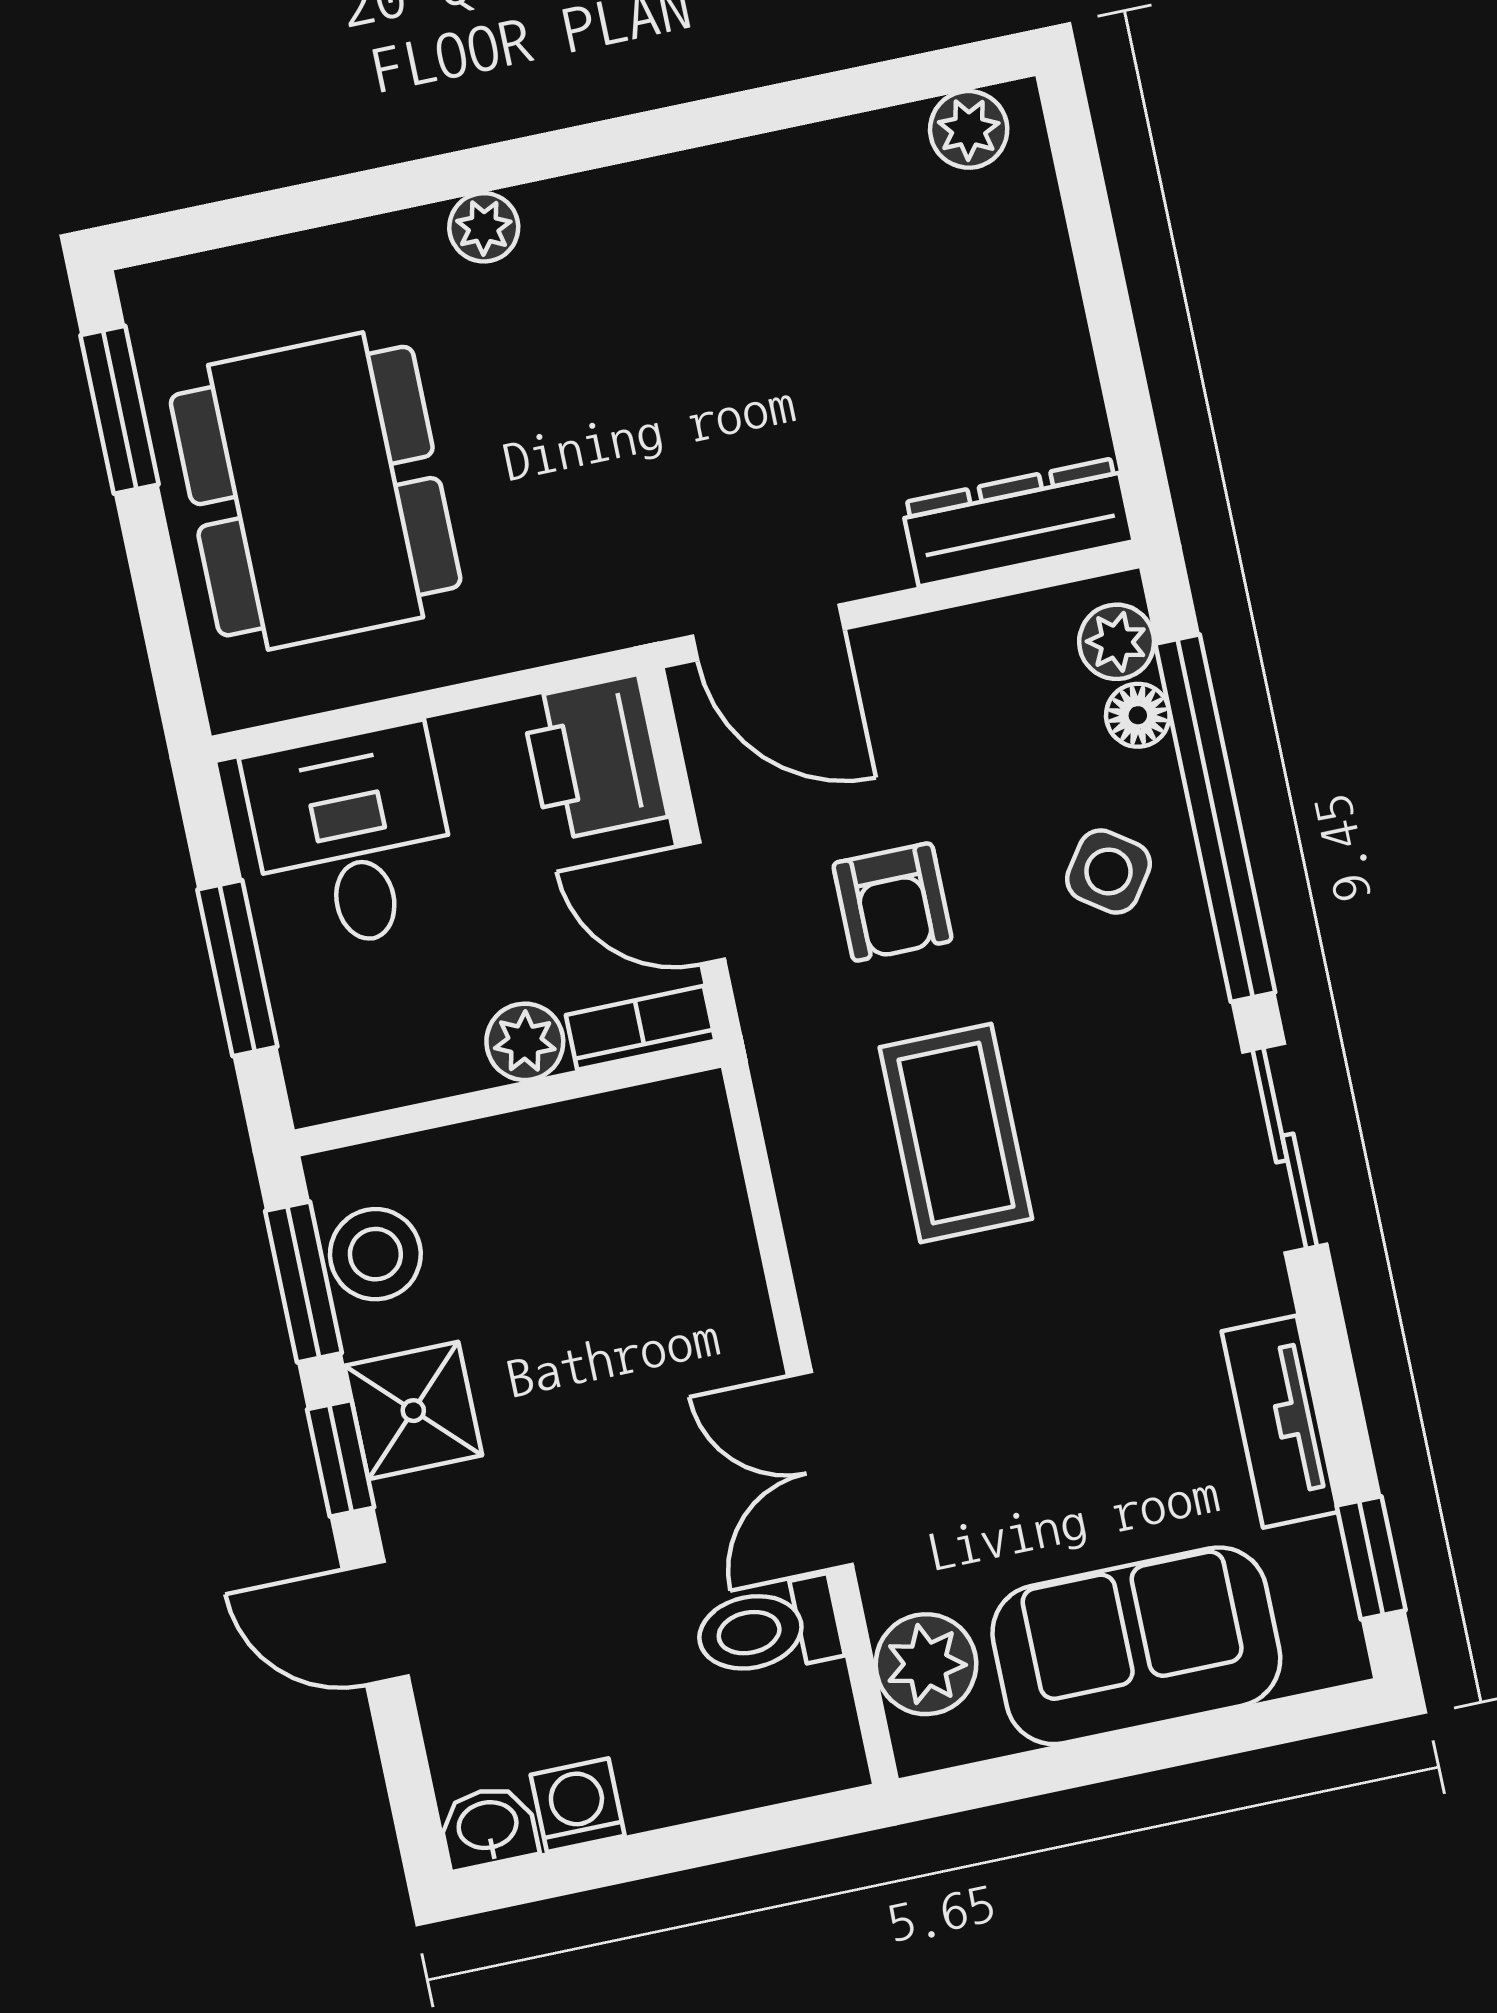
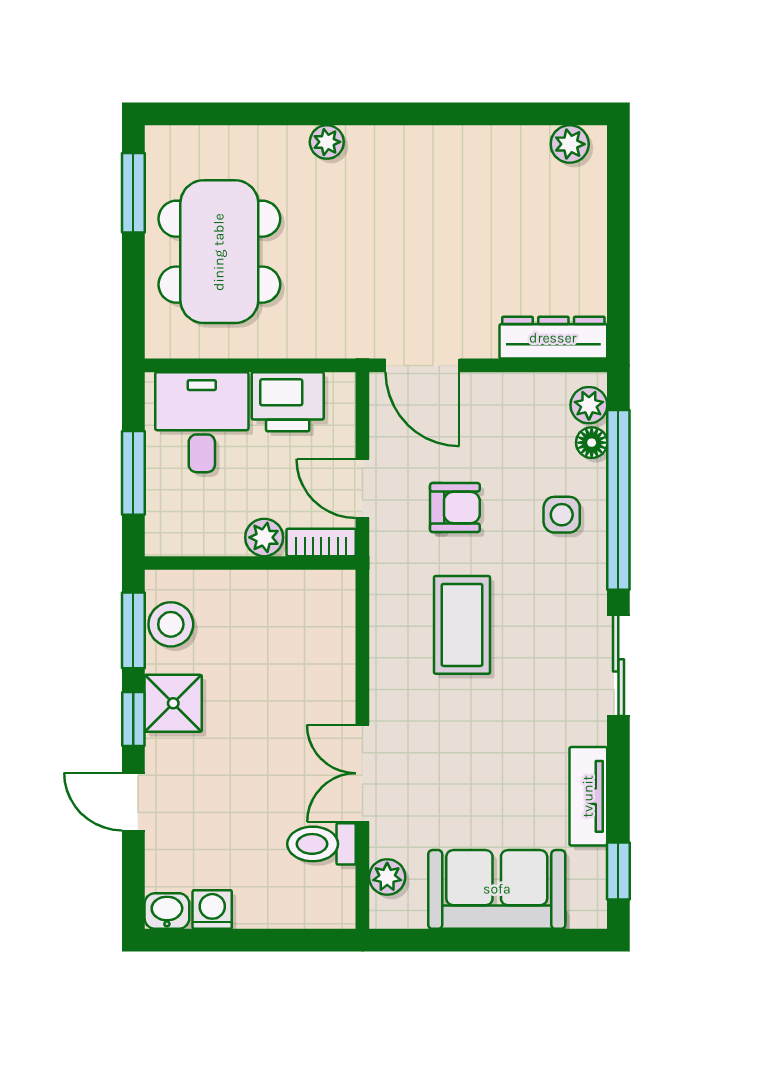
printer: (594, 758) -> (288, 402), moved, turned -90
side table: (1108, 871) -> (562, 515), turned -35
armchair: (893, 902) -> (455, 507), turned -90
plant: (926, 1664) -> (387, 877), width x0.73, depth x0.73

